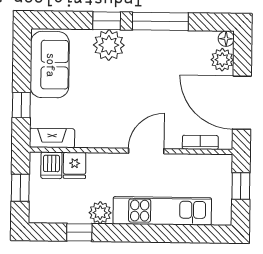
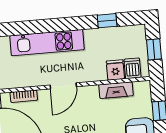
fireplace: (52, 138) -> (116, 90), moved
plant: (100, 213) -> (93, 37), removed

